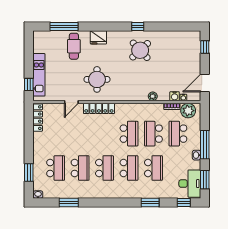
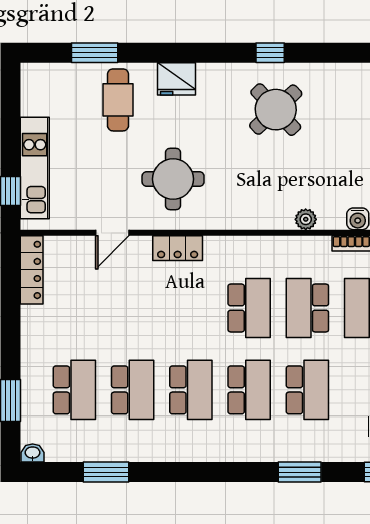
window: (64, 26) -> (95, 53), width x0.69
locker: (99, 108) -> (178, 248), width x0.66

